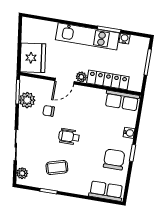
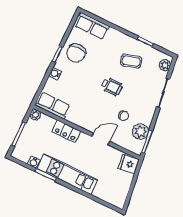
fridge: (33, 58) -> (129, 164), width x0.53, depth x0.75
plant: (81, 77) -> (35, 115), moved
locker: (108, 80) -> (66, 131), width x0.66

